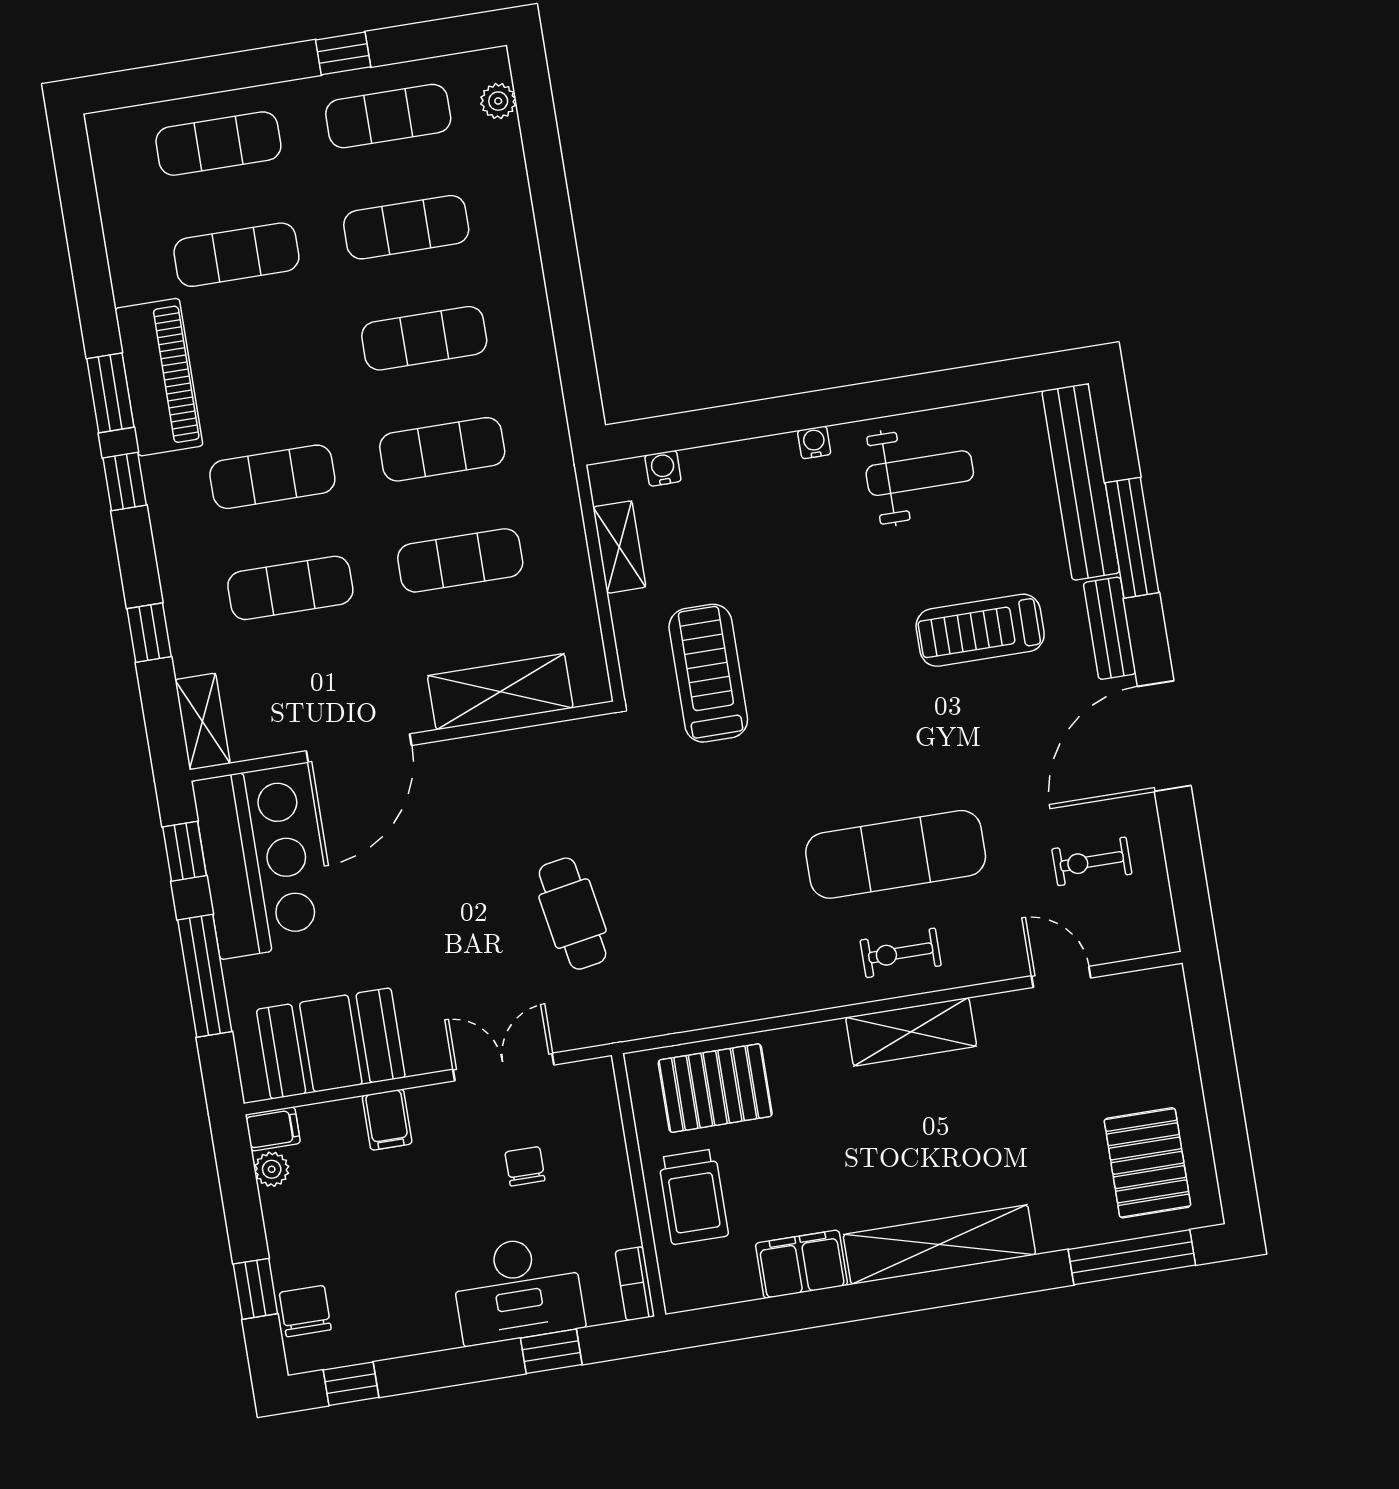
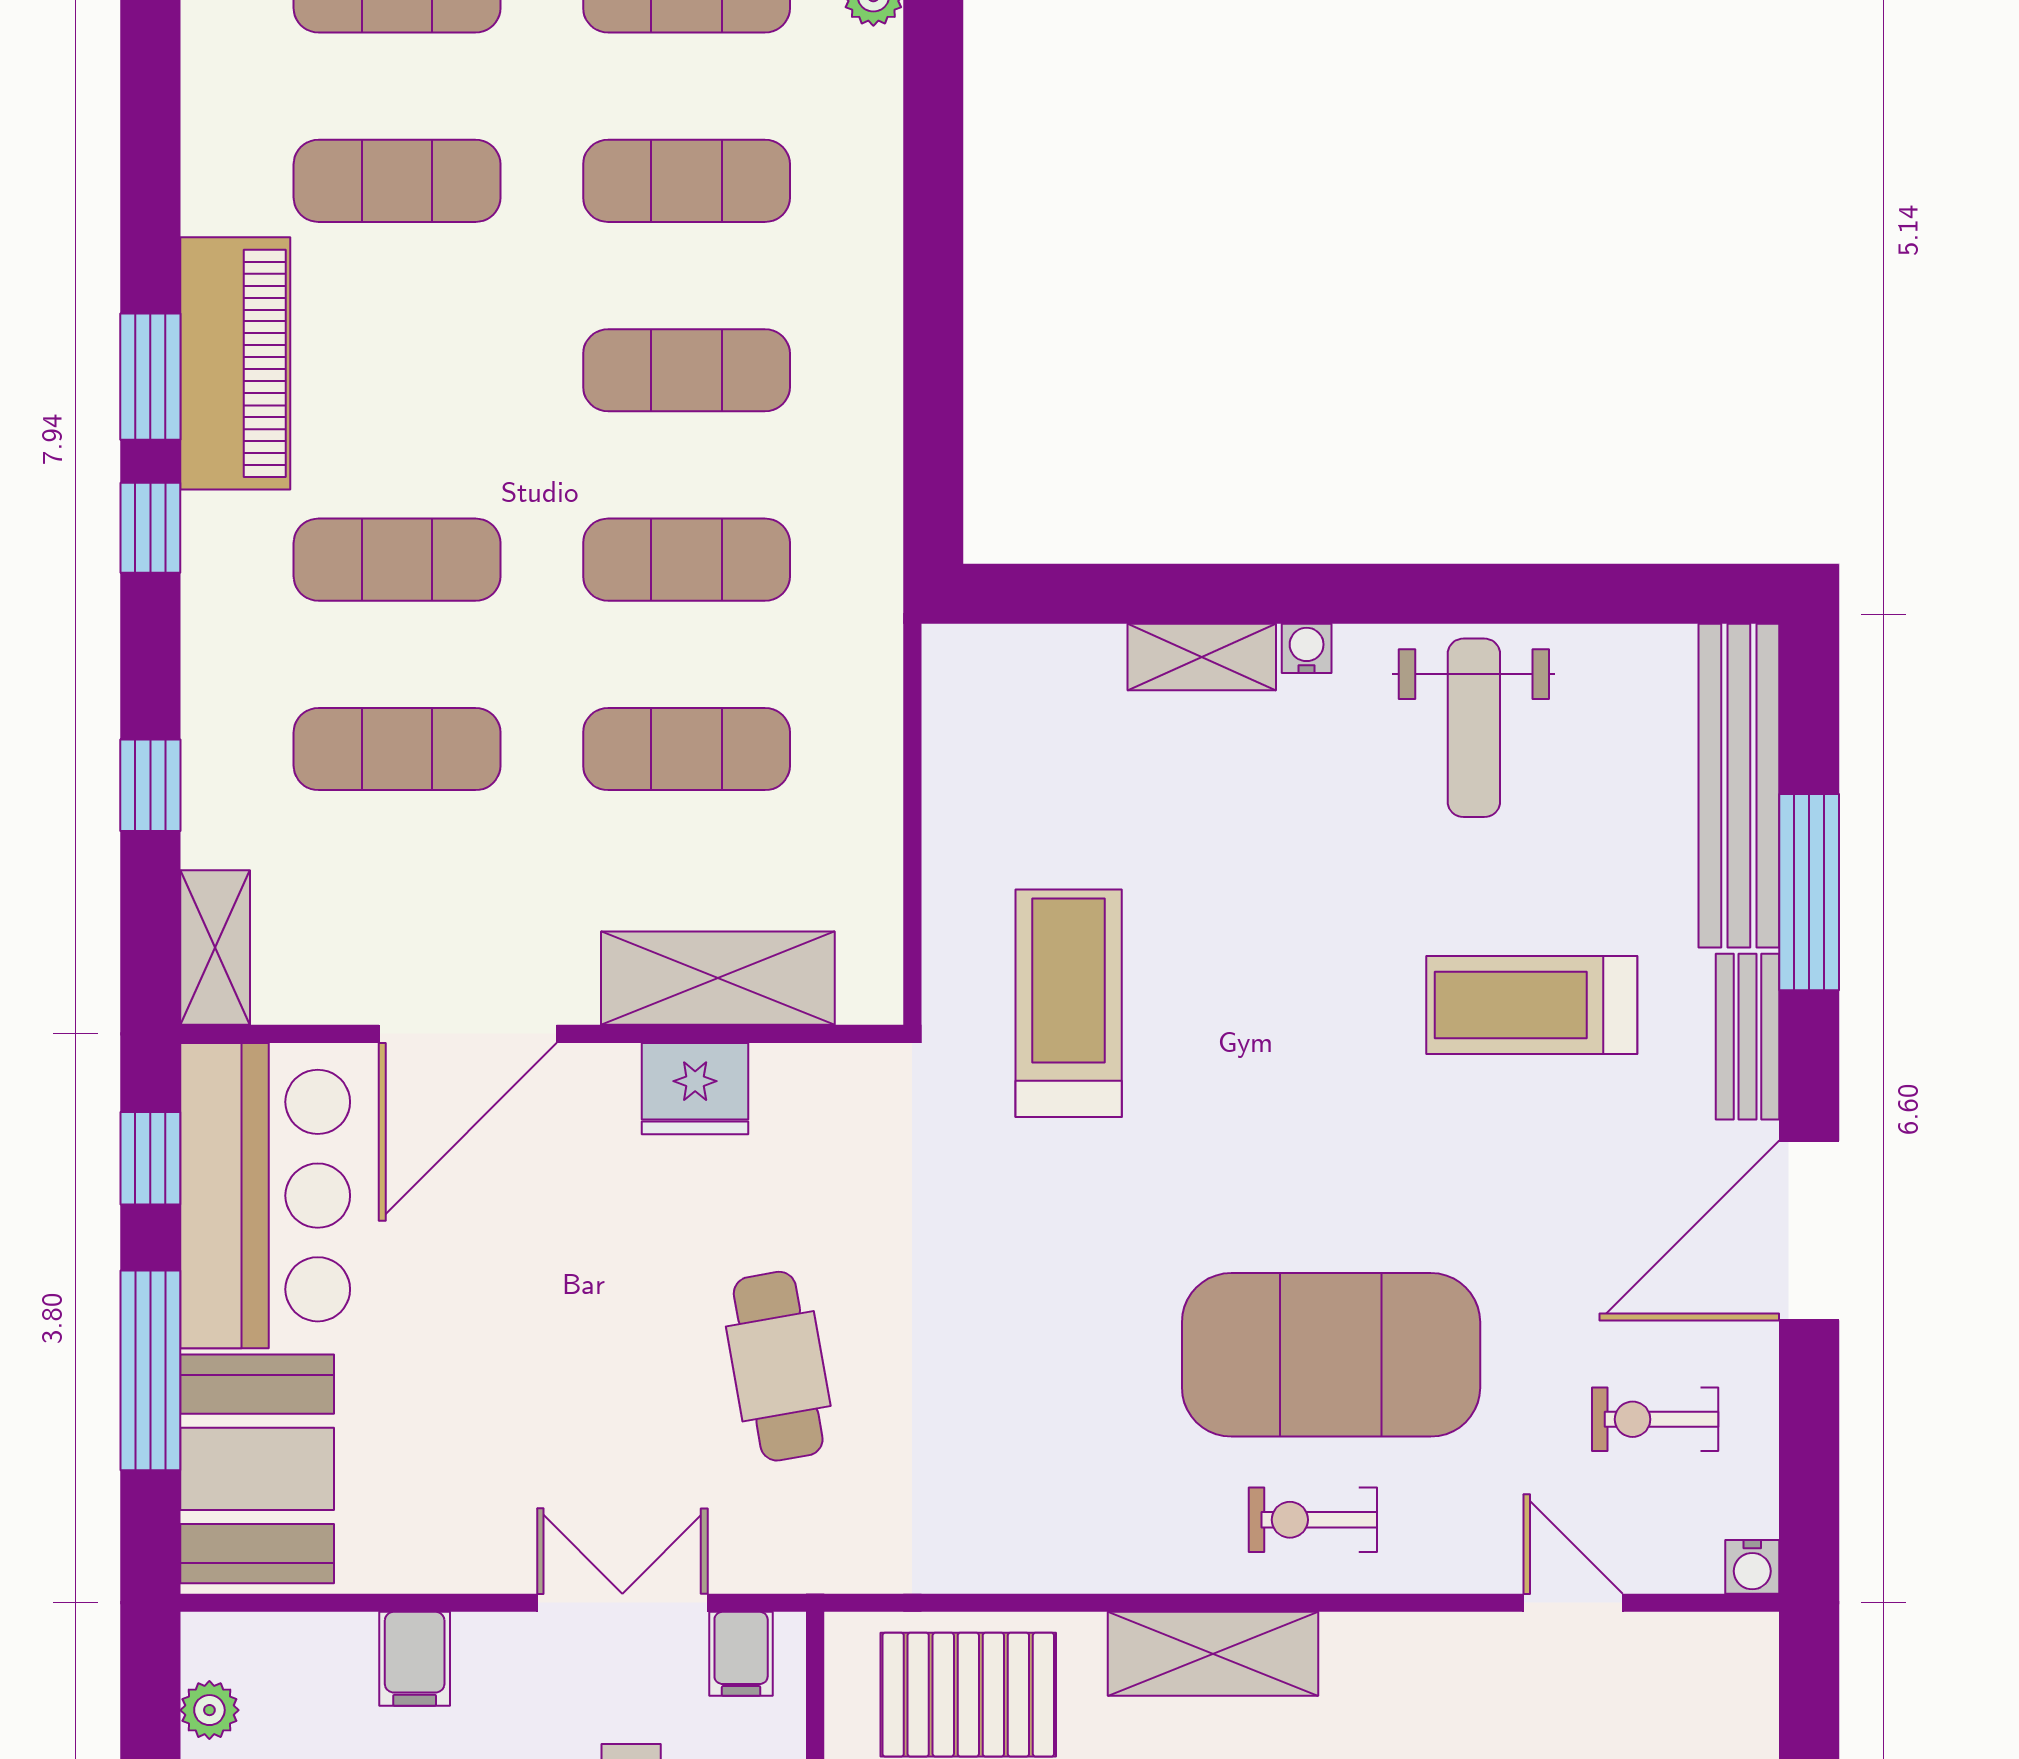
water cooler: (663, 468) -> (1752, 1567), moved, turned 180
weight bench: (920, 473) -> (1474, 728), turned 90
shelving: (619, 547) -> (1202, 657), moved, turned 90
fridge: (497, 759) -> (695, 1089), added
exercise mat: (896, 854) -> (1331, 1355), width x1.47
shelving: (911, 1032) -> (1213, 1654), moved
booth: (331, 1043) -> (257, 1469), moved, turned 90
filing cabinet: (273, 1129) -> (741, 1654), moved, turned 90

